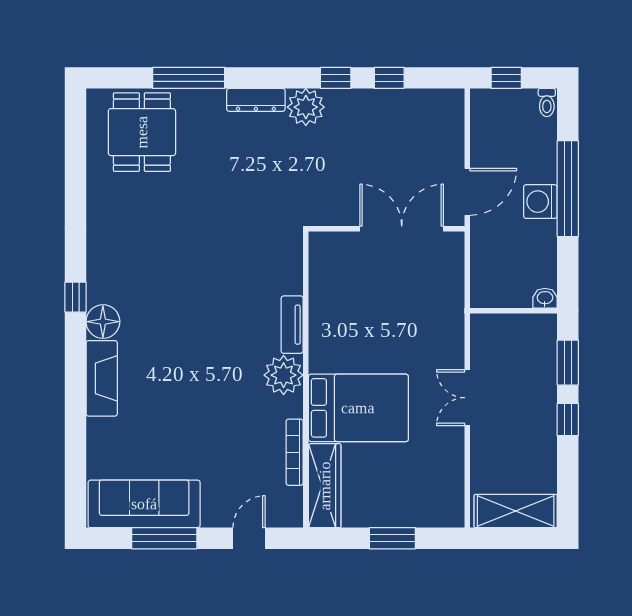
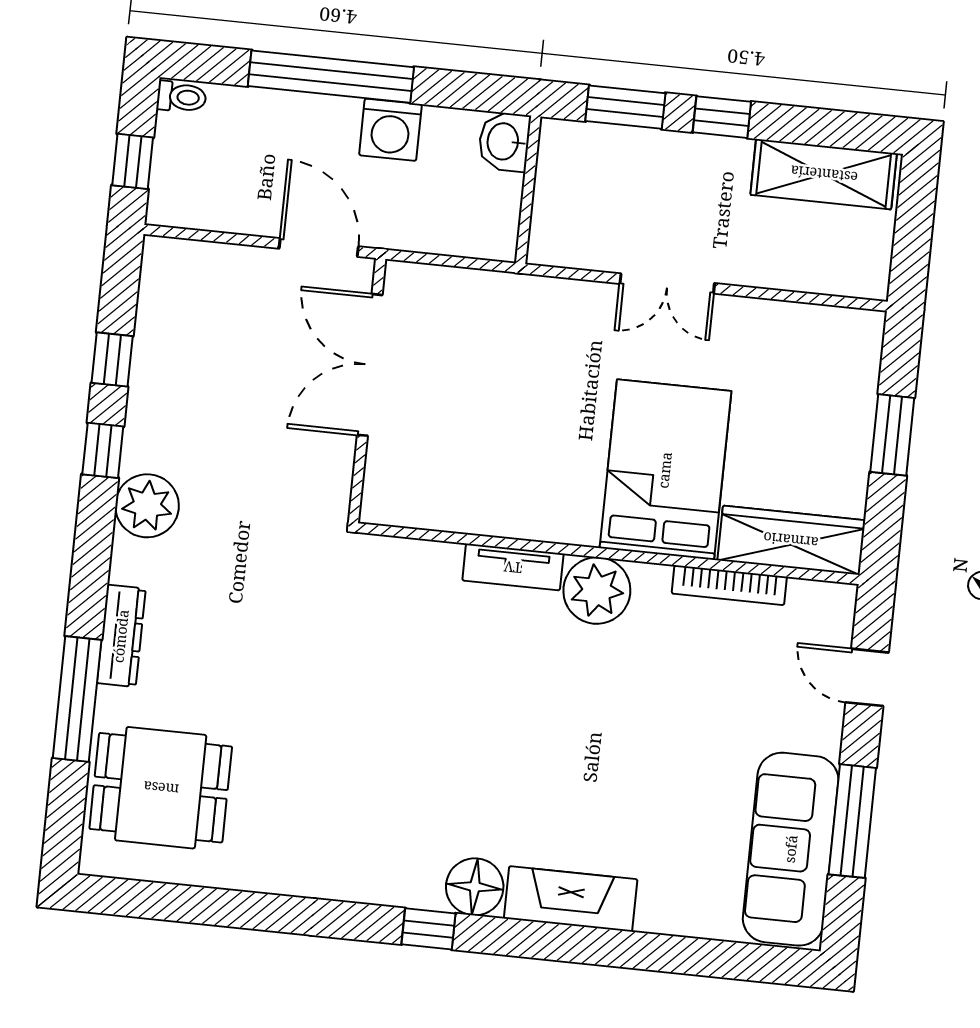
dresser: (256, 100) -> (121, 636), moved
washing machine: (540, 202) -> (390, 130), moved
washbasin: (545, 298) -> (504, 142), width x1.38, depth x1.45
shelving: (516, 511) -> (824, 174), moved, turned 90

